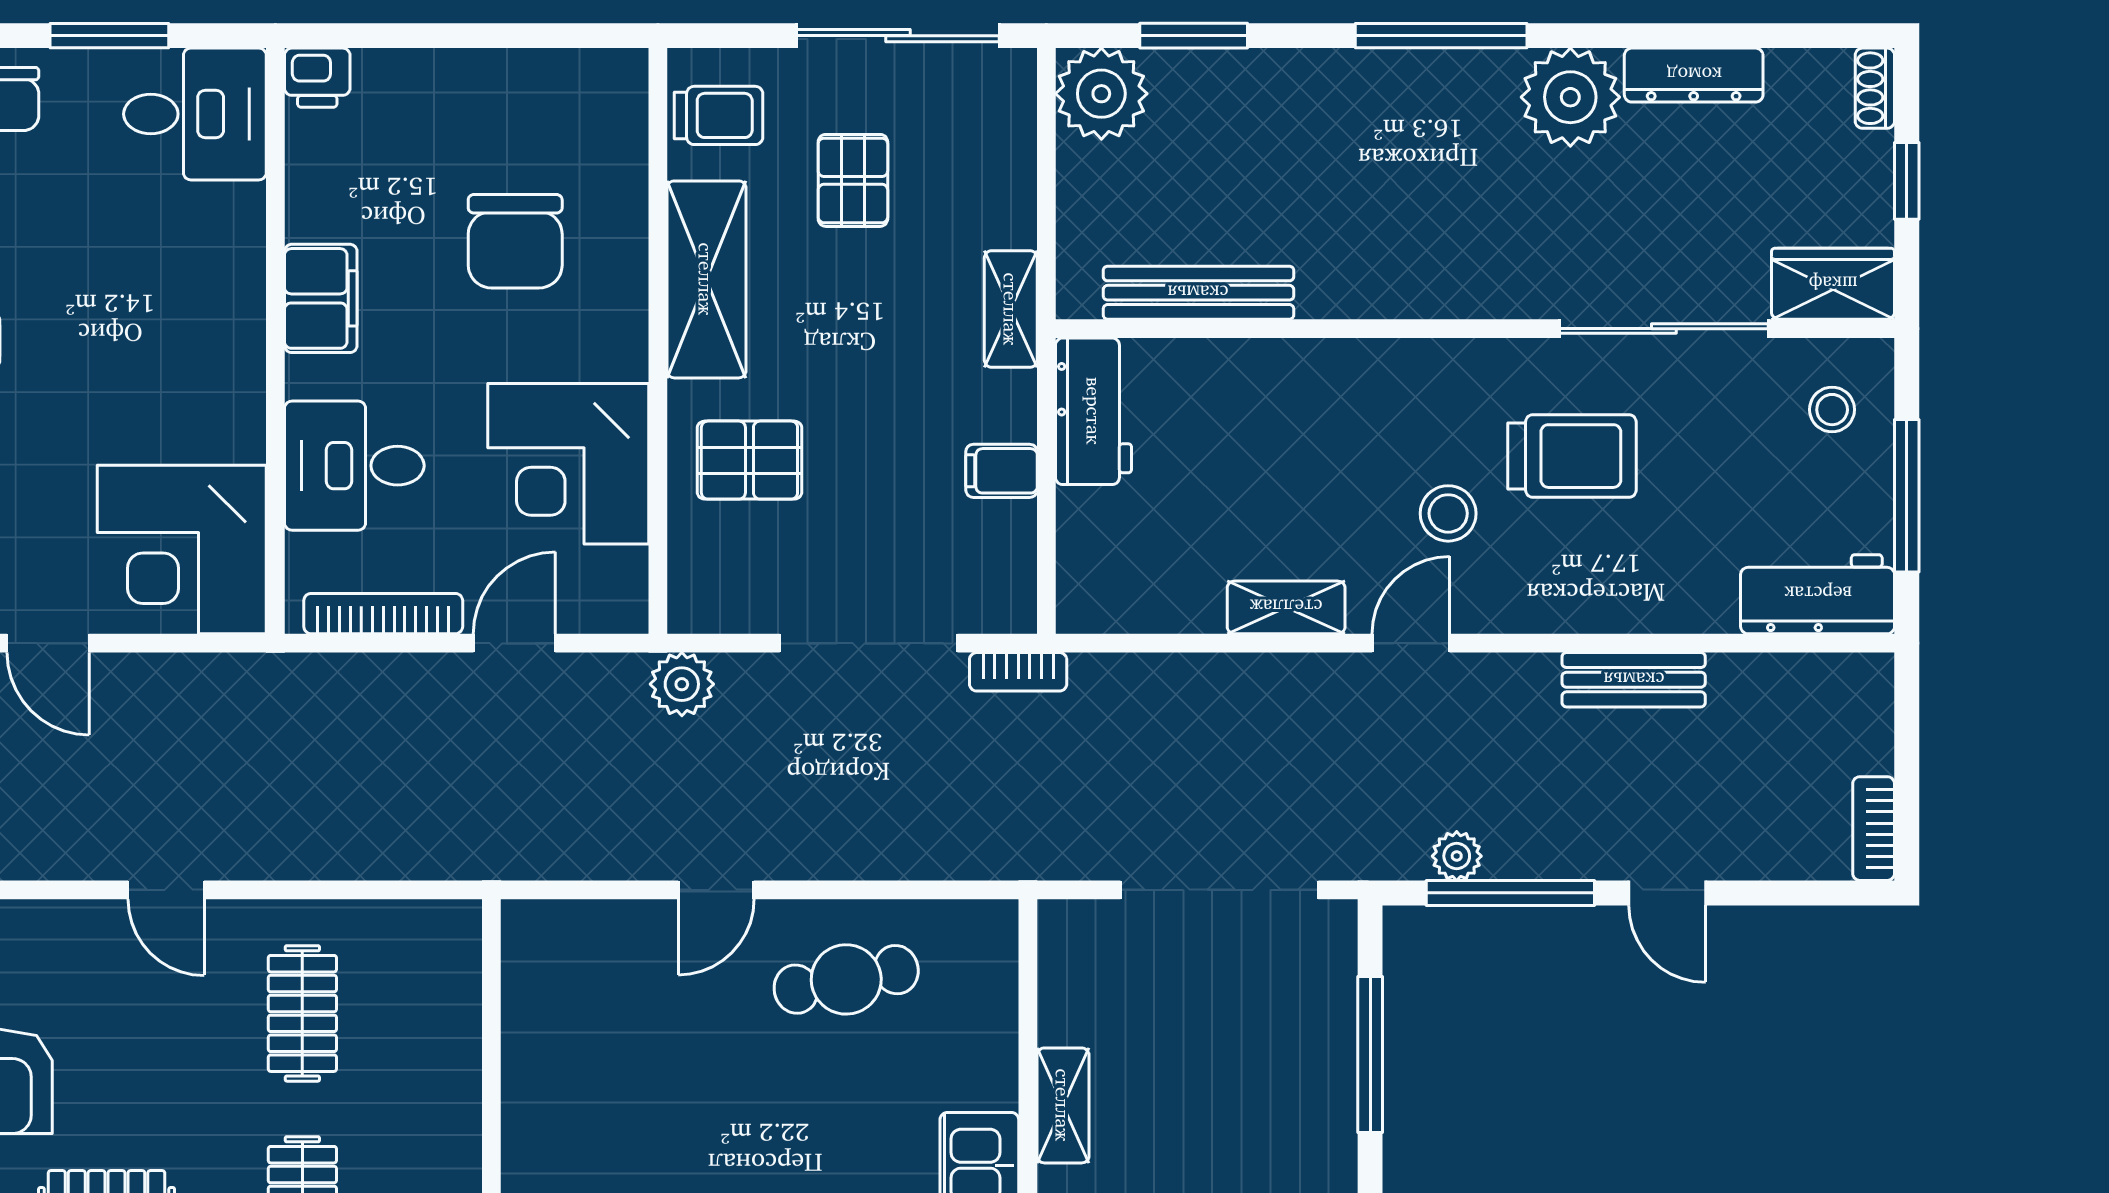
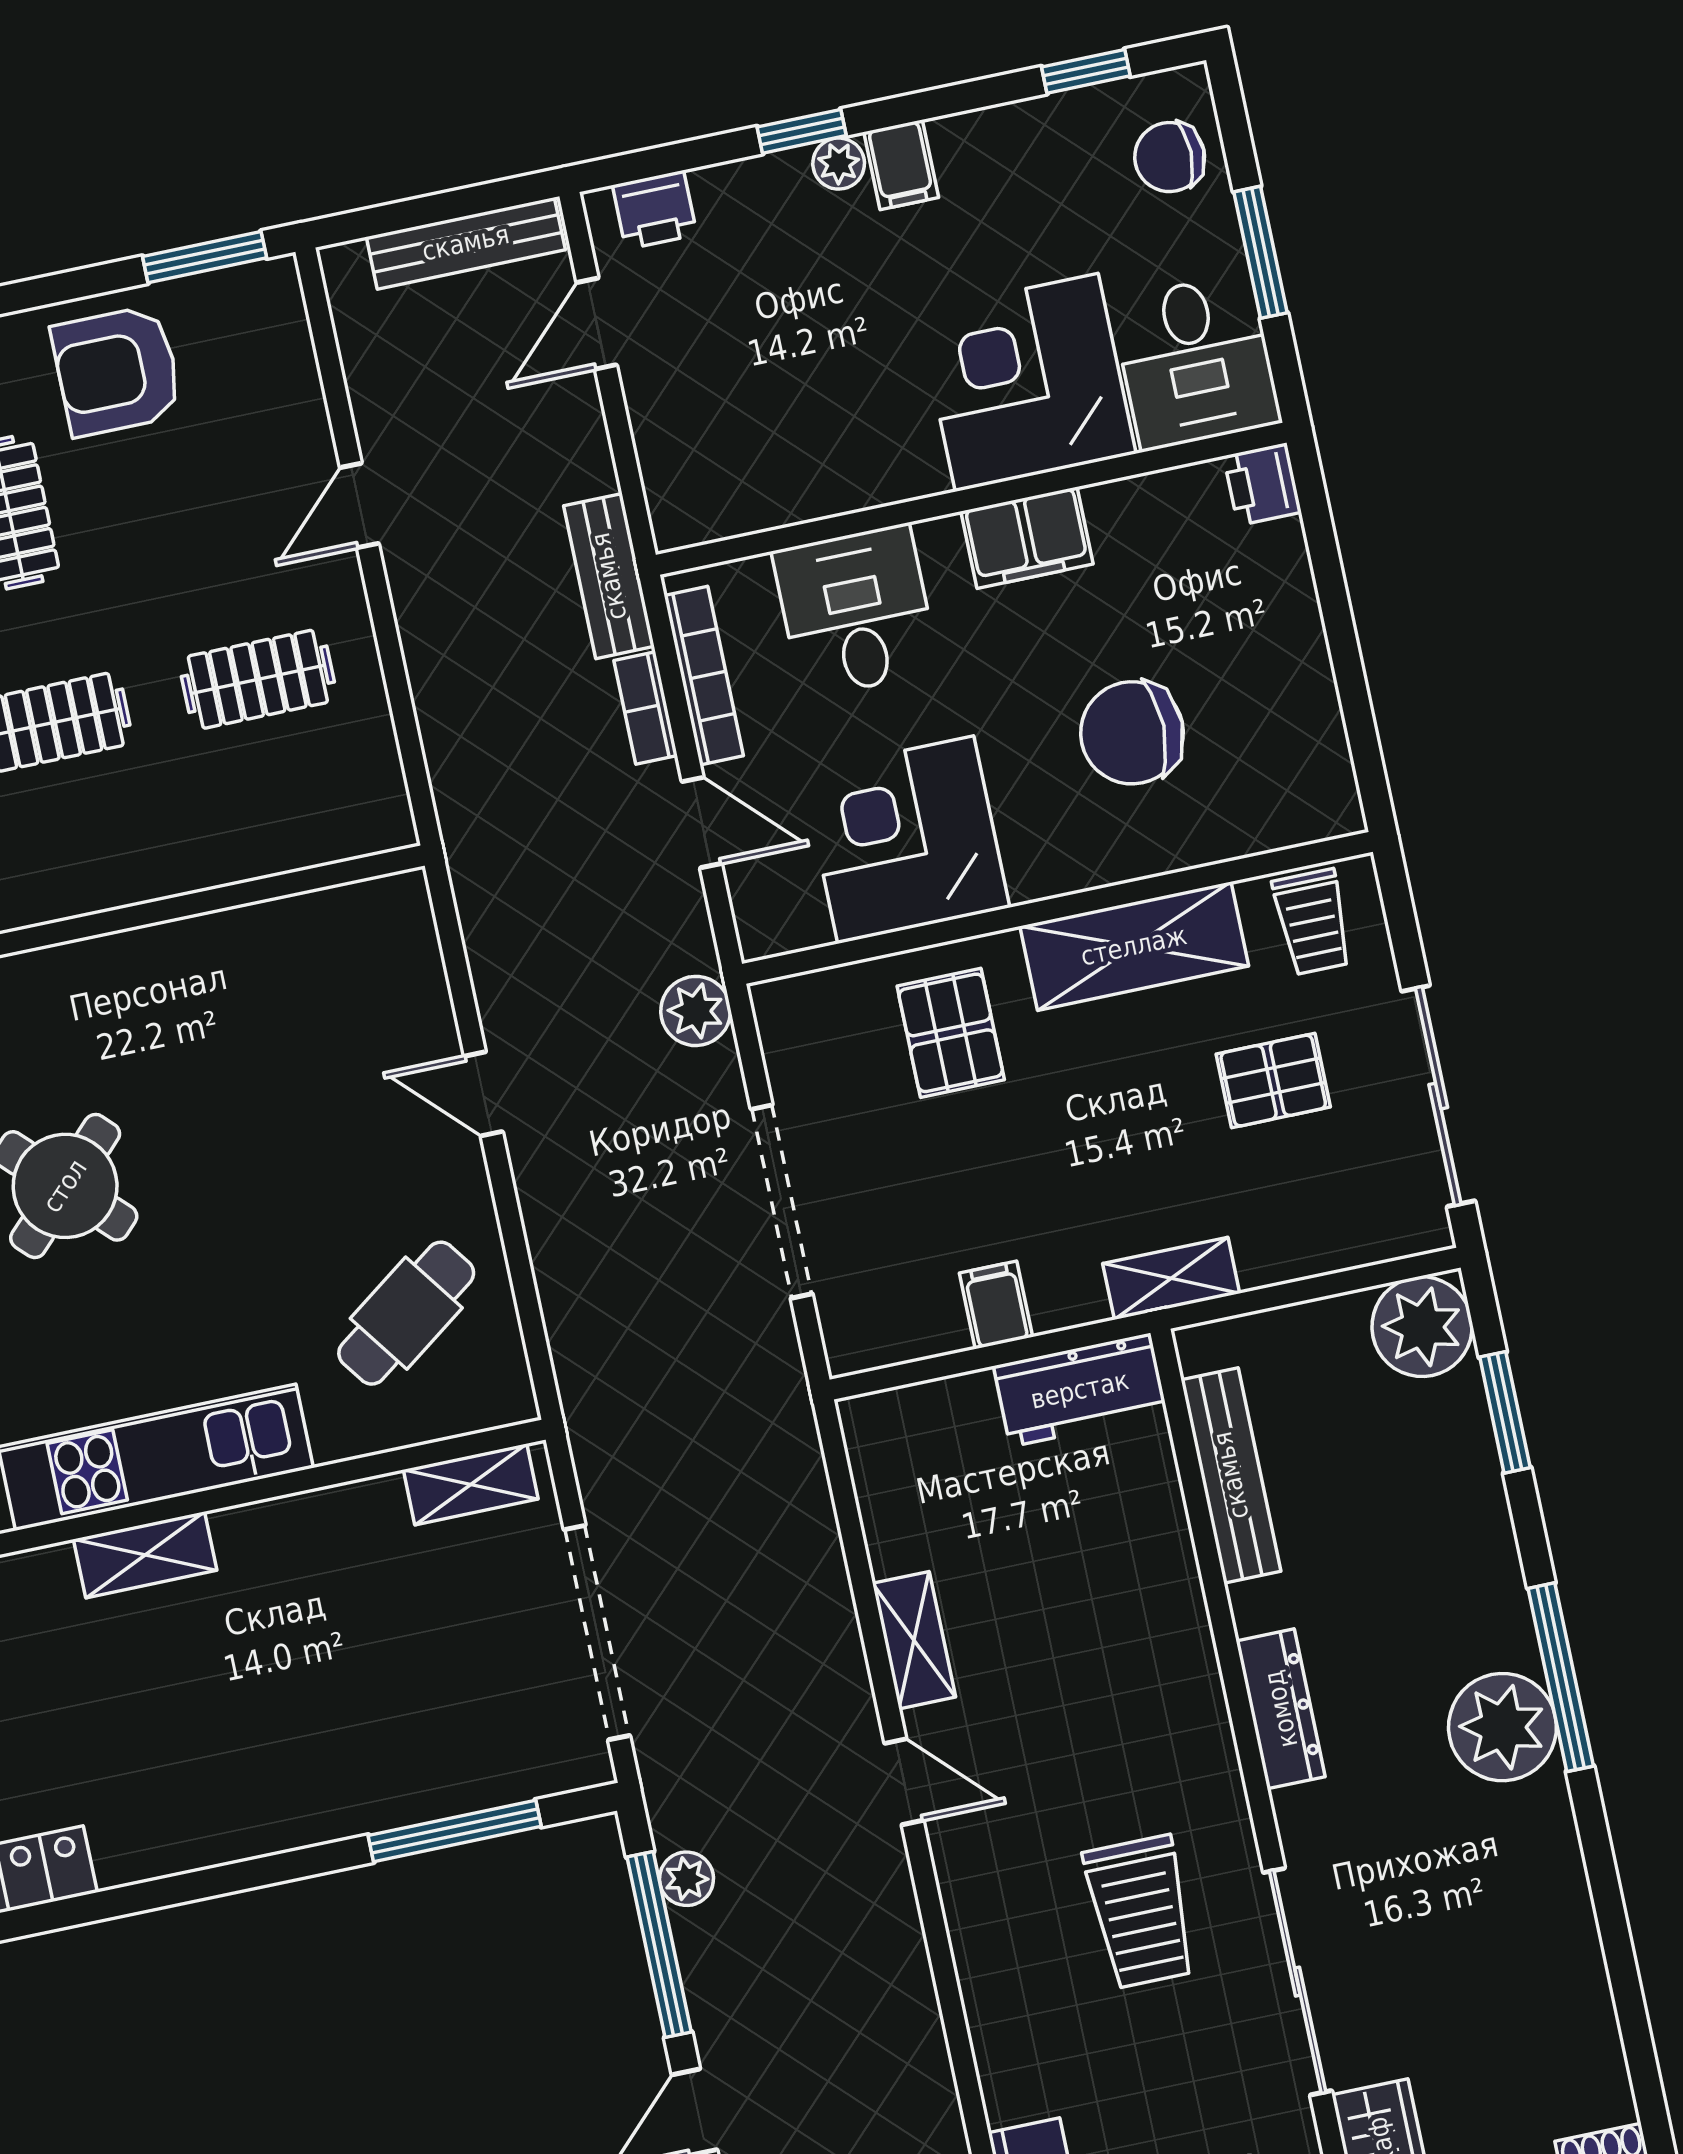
dresser: (1694, 75) -> (1281, 1709), moved, turned 180
plant: (1570, 97) -> (1502, 1727), moved
stool: (1448, 513) -> (1051, 1792), removed
corner desk: (182, 549) -> (1027, 382), moved
bookcase: (1018, 672) -> (646, 708), moved
bench: (1634, 680) -> (609, 576), moved
cafe table: (846, 979) -> (406, 1313), moved, turned 65
shelving: (1063, 1105) -> (471, 1484), moved

